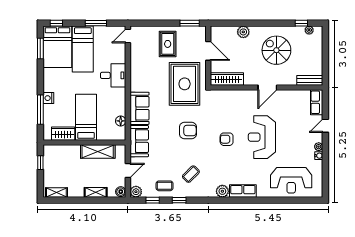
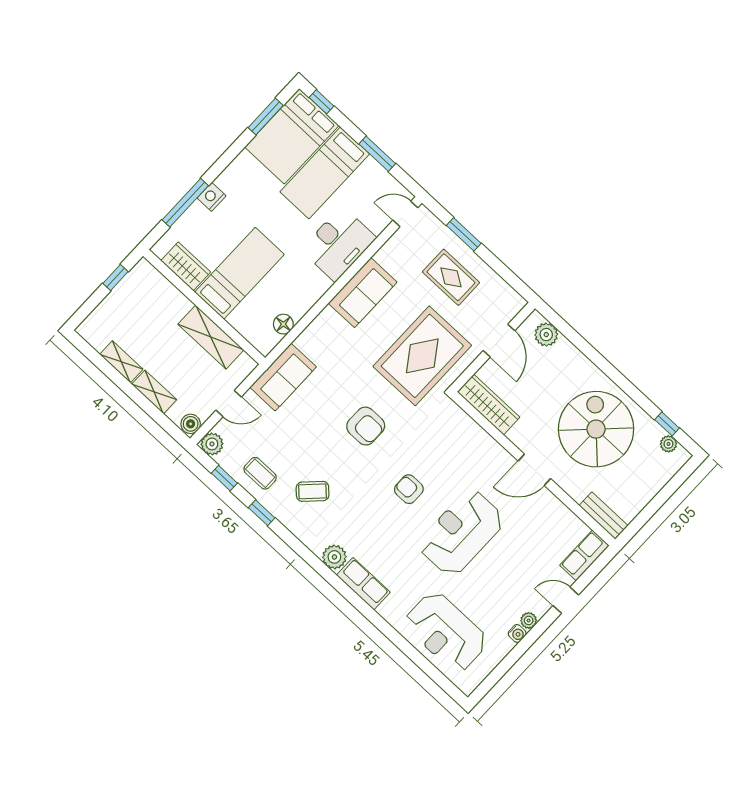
window: (190, 23) -> (464, 234), moved
plant: (243, 32) -> (546, 335), moved
rug: (168, 44) -> (451, 277), turned 90
spiral stairs: (276, 50) -> (596, 429), width x1.37, depth x1.37
desk: (113, 75) -> (338, 244), width x1.37
sofa: (140, 108) -> (363, 293), moved
shelving: (56, 193) -> (121, 362), moved

